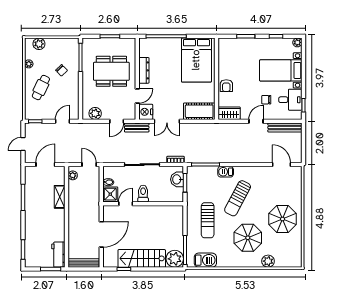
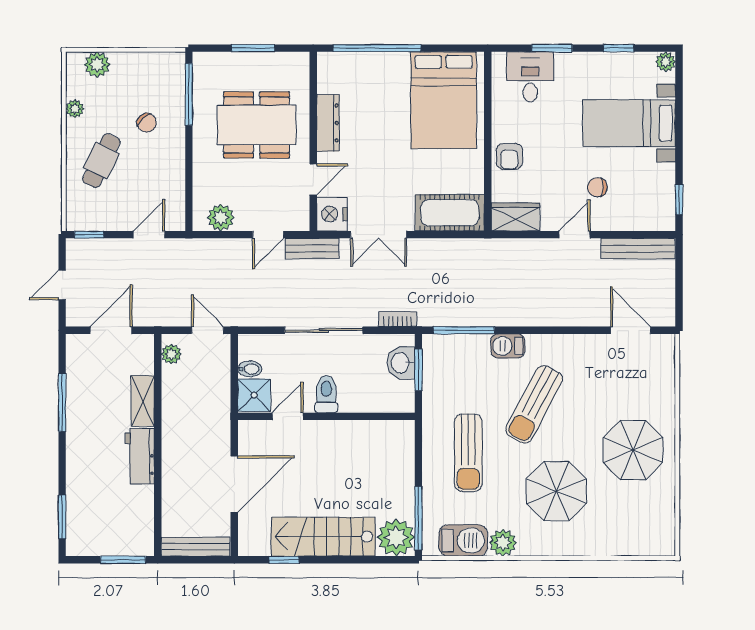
desk: (290, 100) -> (530, 77), moved, turned -90
workbench: (58, 255) -> (140, 456), moved
plant: (268, 261) -> (503, 543), moved

